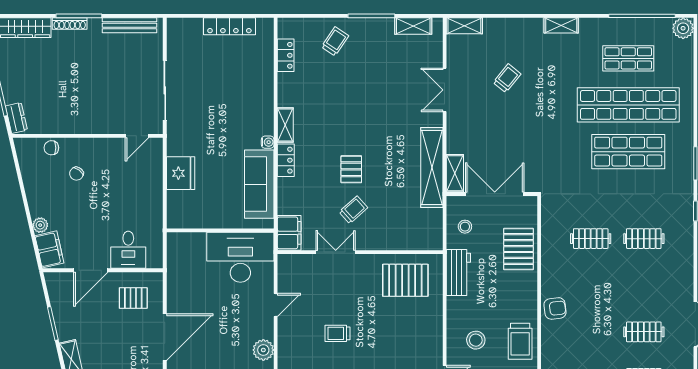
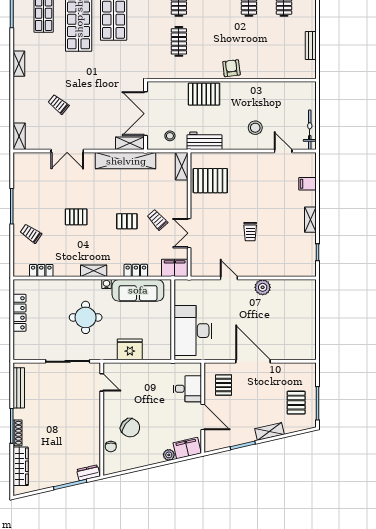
shelving: (413, 26) -> (182, 166), moved
pallet: (357, 102) -> (76, 217), added
round table: (223, 114) -> (86, 317), added
locker: (286, 160) -> (136, 270), moved
chair: (76, 174) -> (130, 428), width x1.87, depth x1.87
pallet: (519, 249) -> (204, 94), moved
desk: (240, 257) -> (193, 331), moved
pallet: (405, 280) -> (210, 181), turned 90
trolley: (520, 341) -> (256, 94), removed

